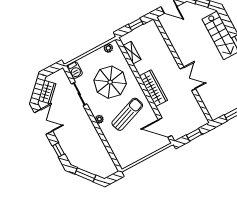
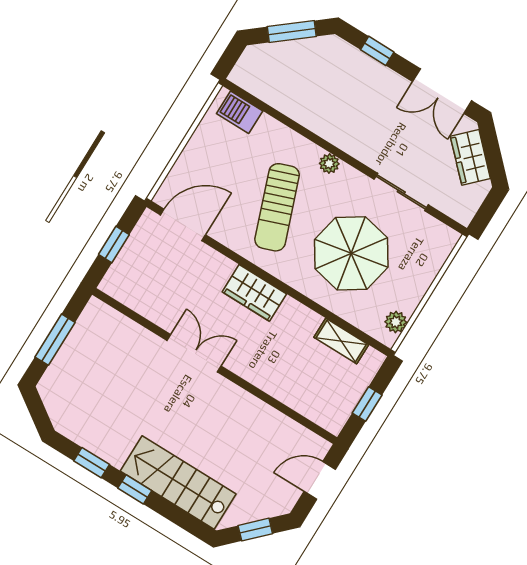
barbecue: (75, 70) -> (240, 112), moved
double door: (188, 79) -> (194, 353), swing flipped
wardrobe: (153, 88) -> (254, 293), width x0.67

